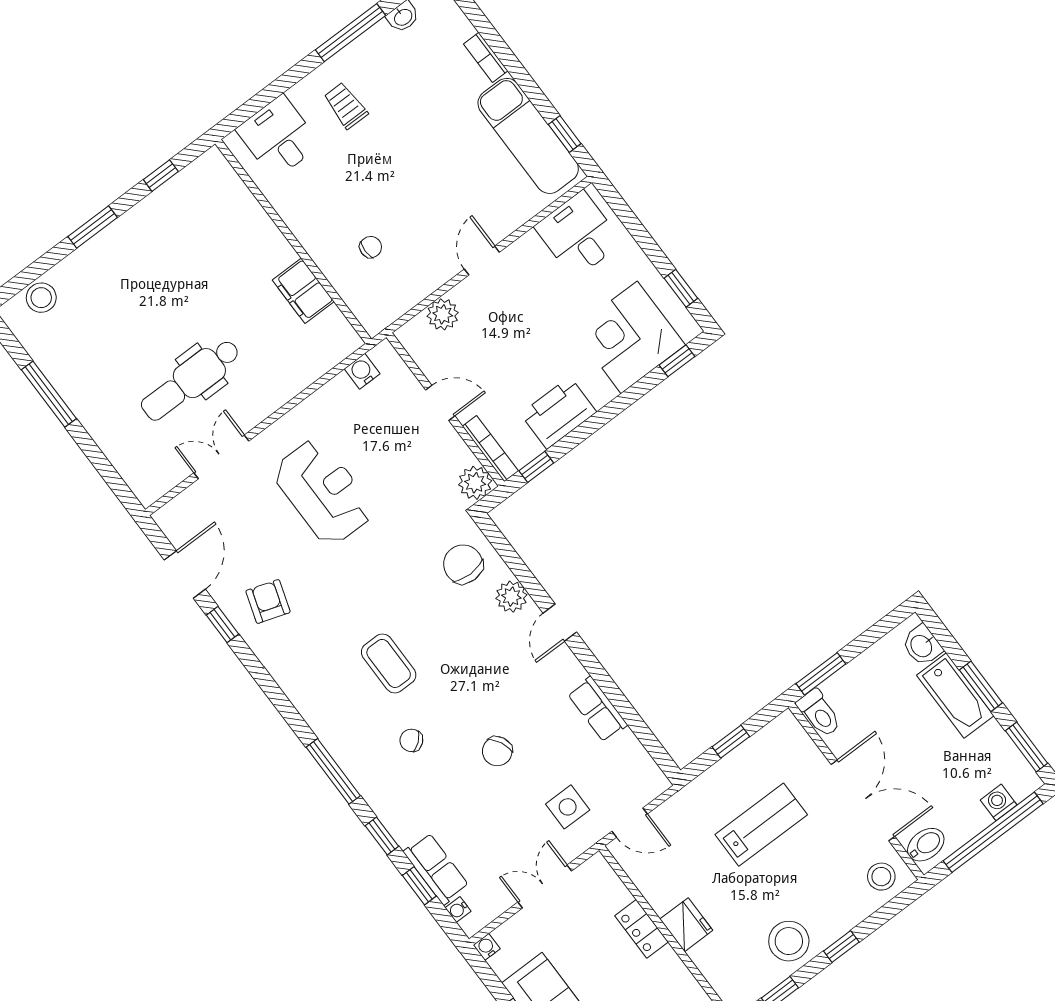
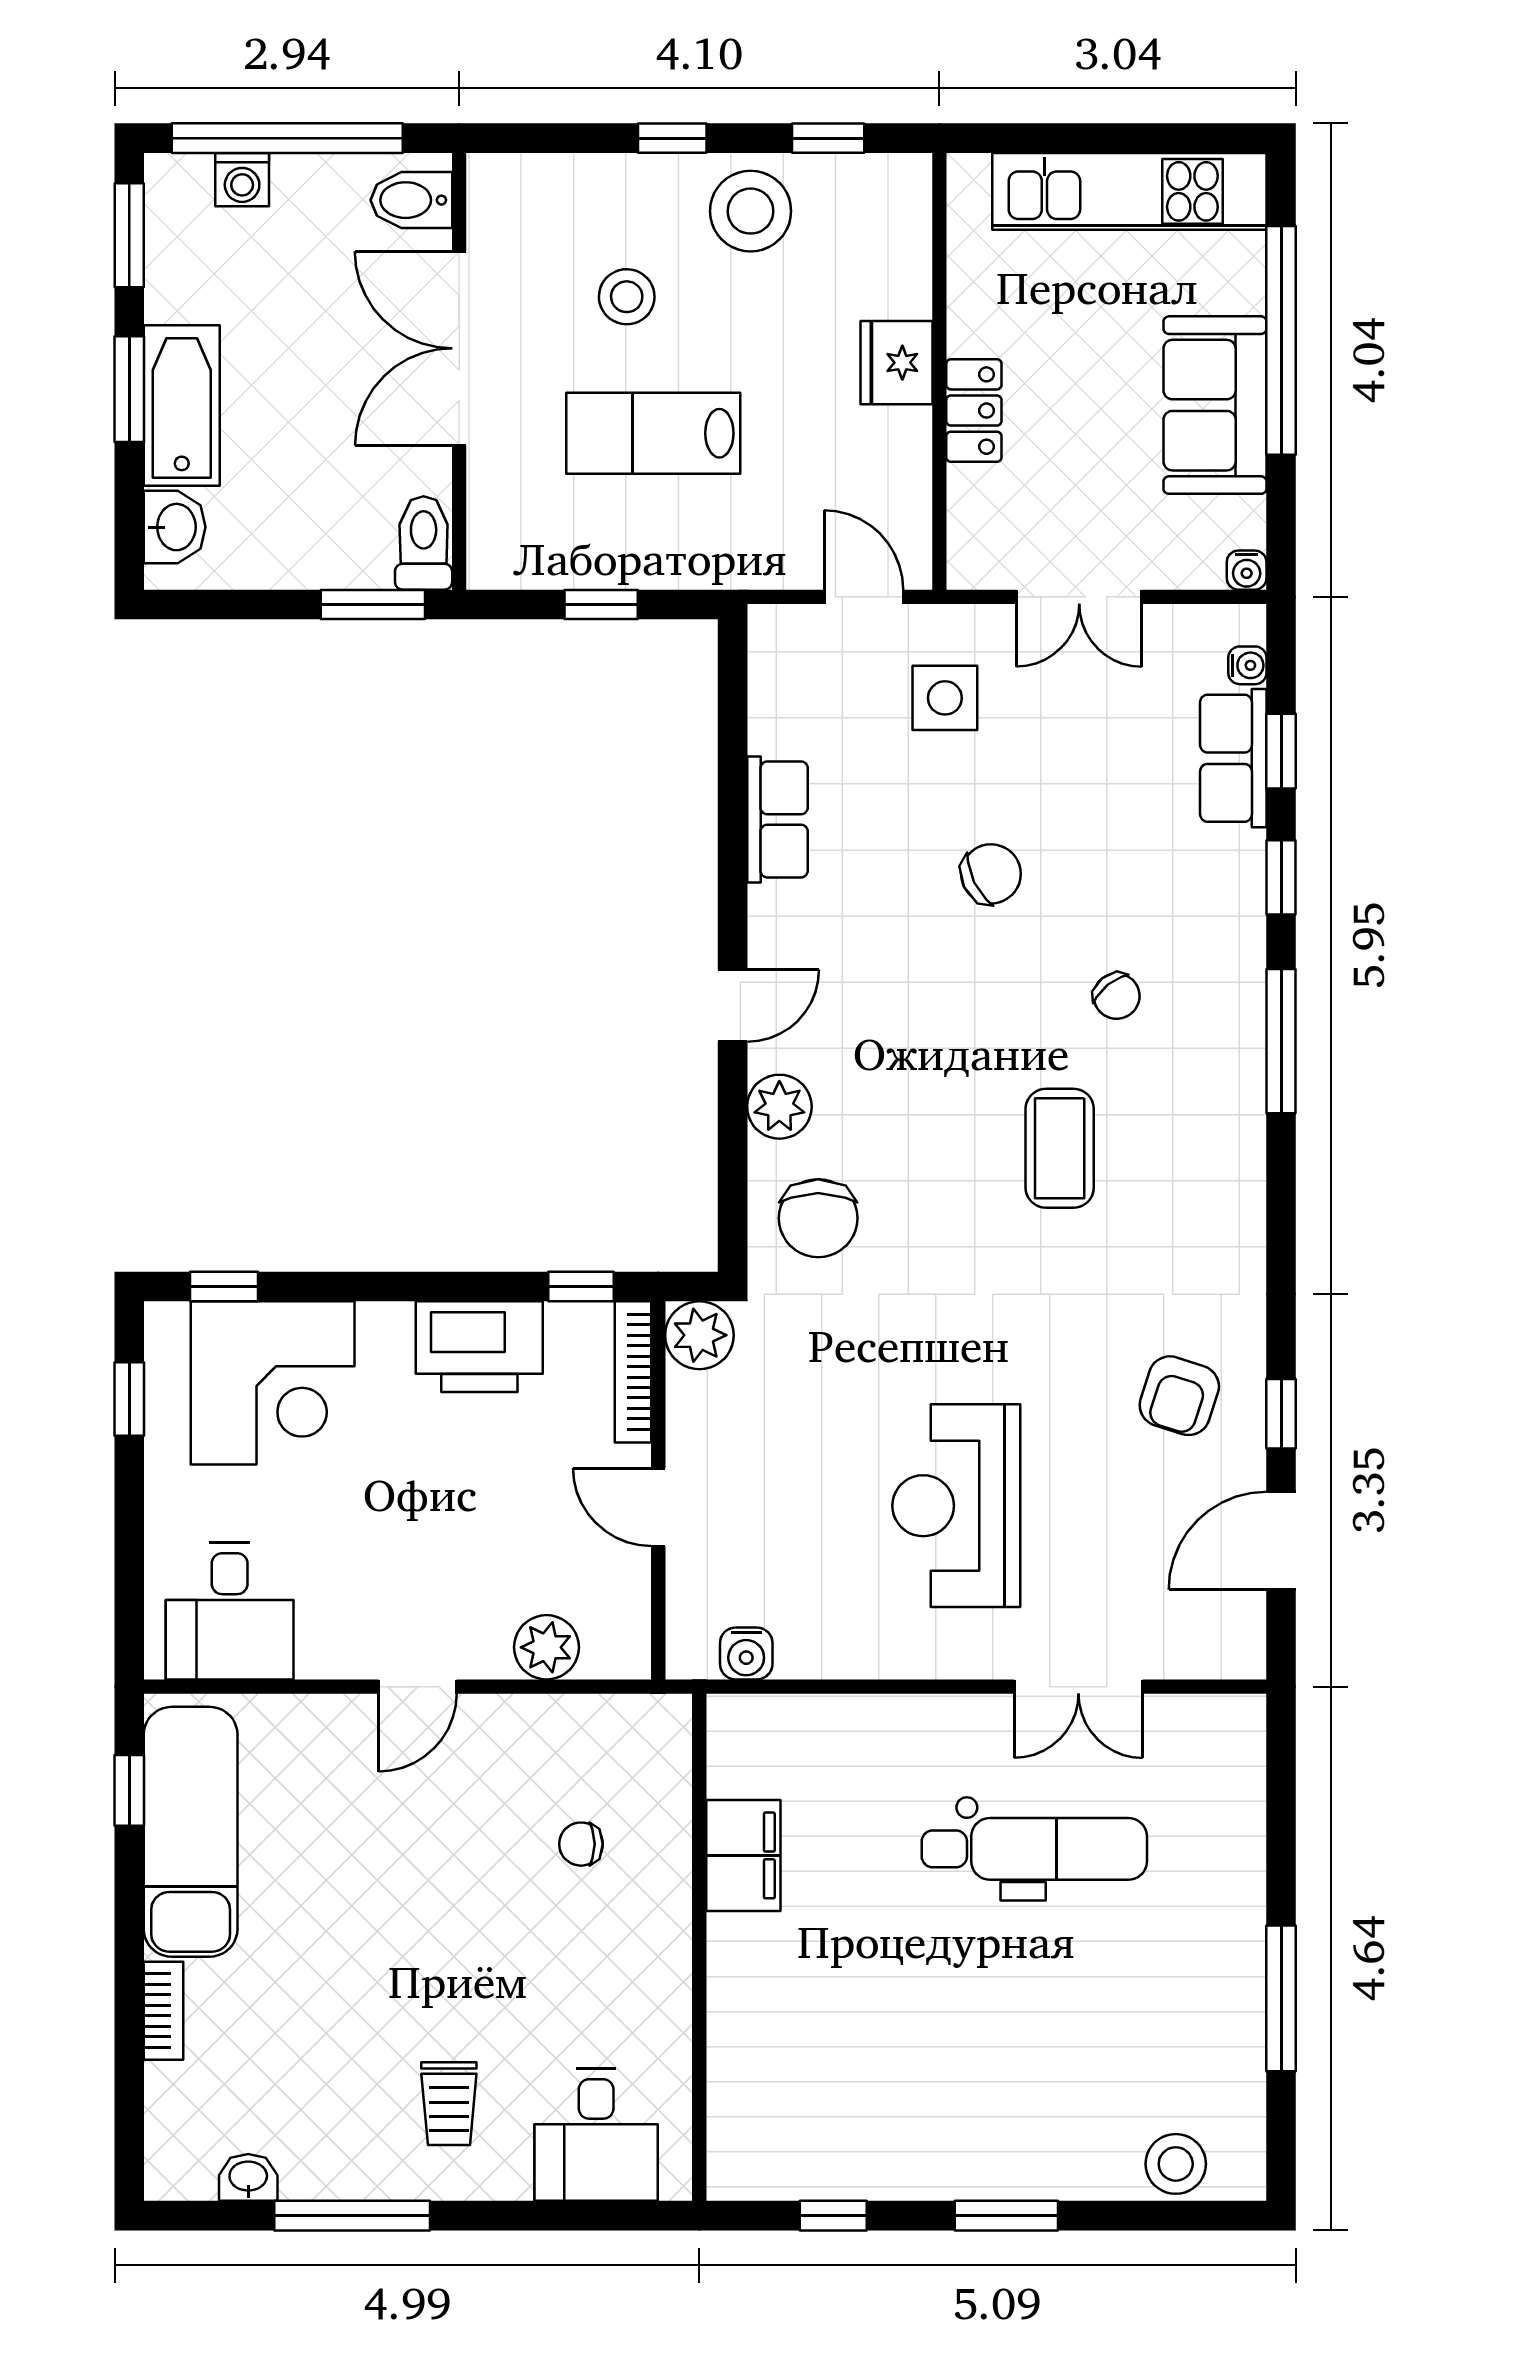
stool: (881, 877) -> (627, 297), moved

